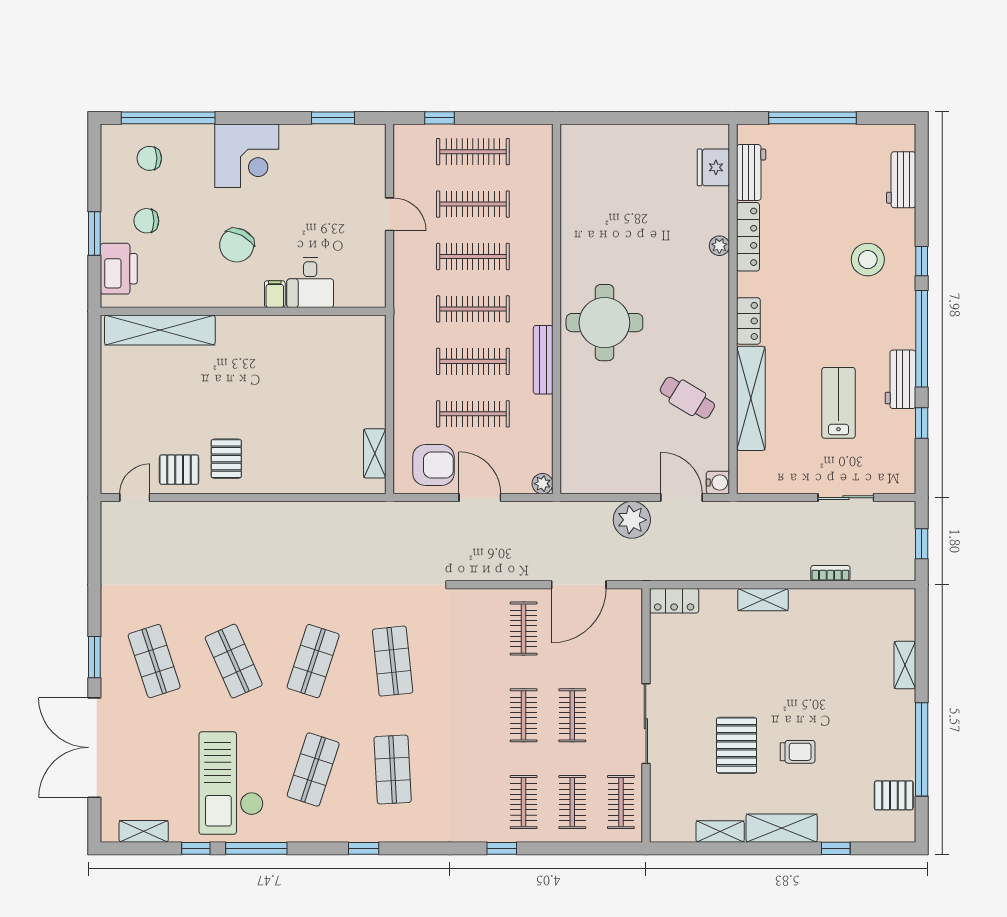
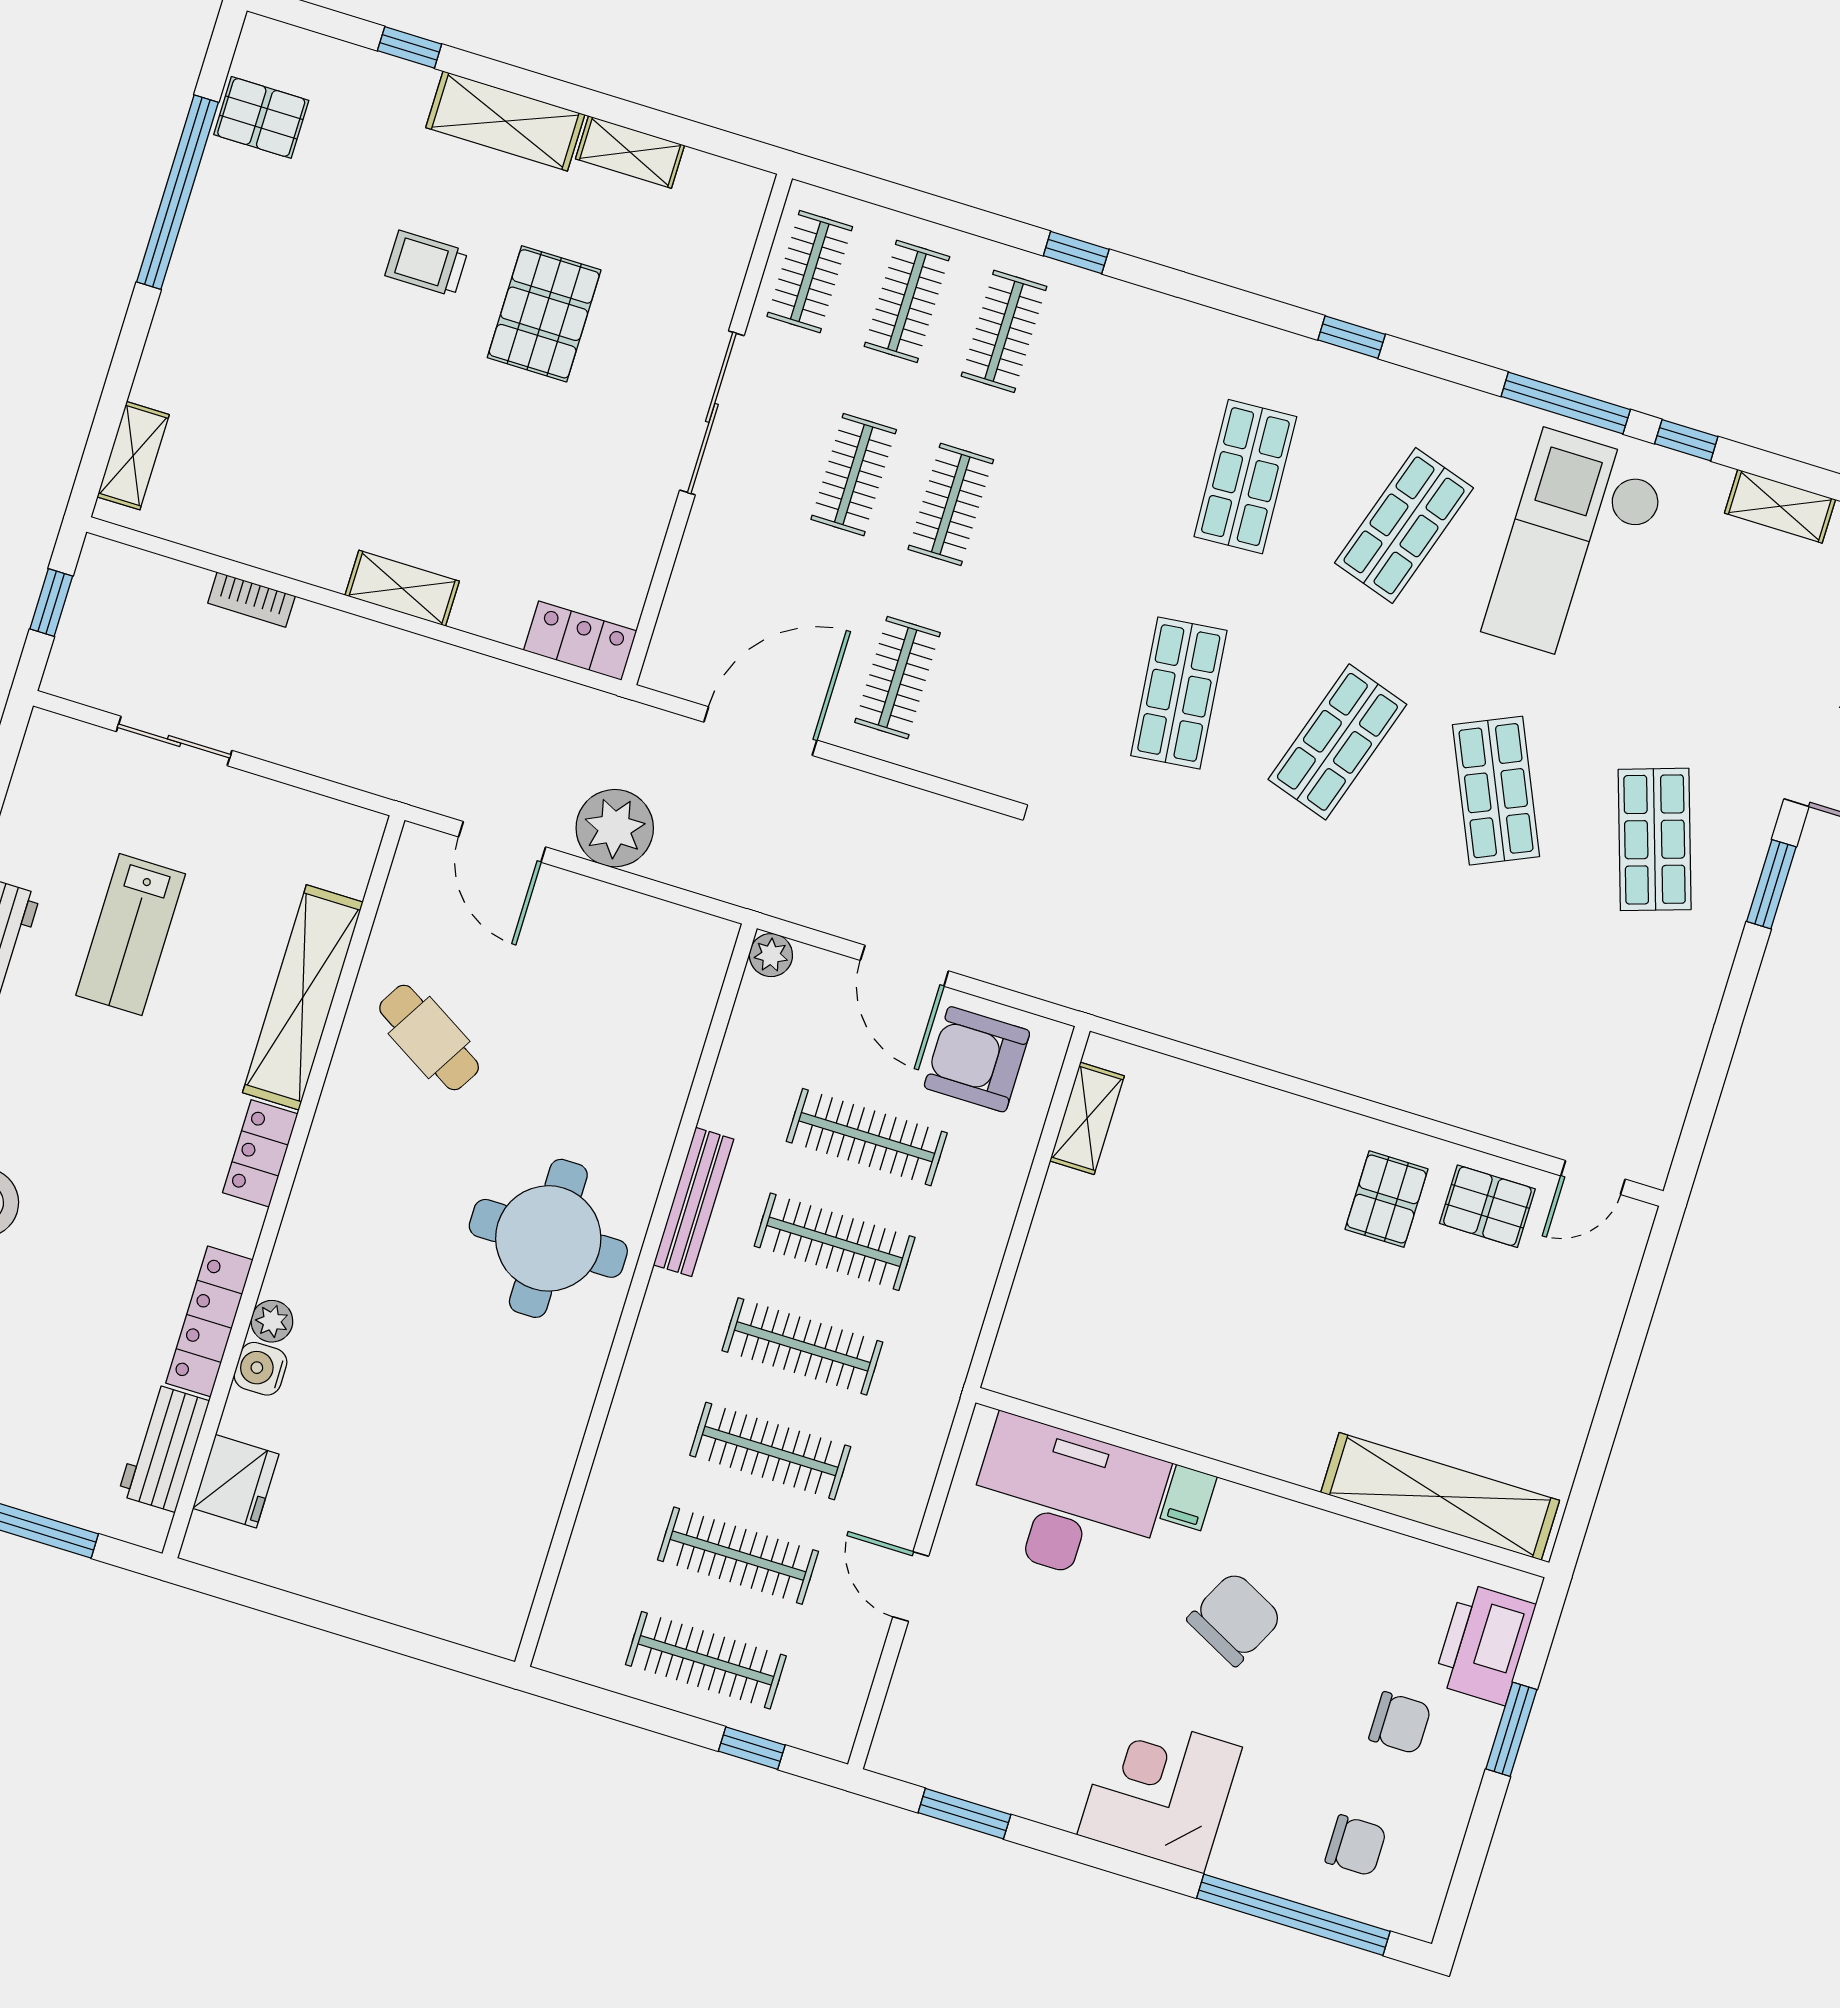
desk: (310, 283) -> (1066, 1501), width x1.87, depth x1.30
water cooler: (718, 483) -> (261, 1369), moved
shelving: (905, 665) -> (133, 456), moved
checkout: (231, 783) -> (1576, 549), turned 180

